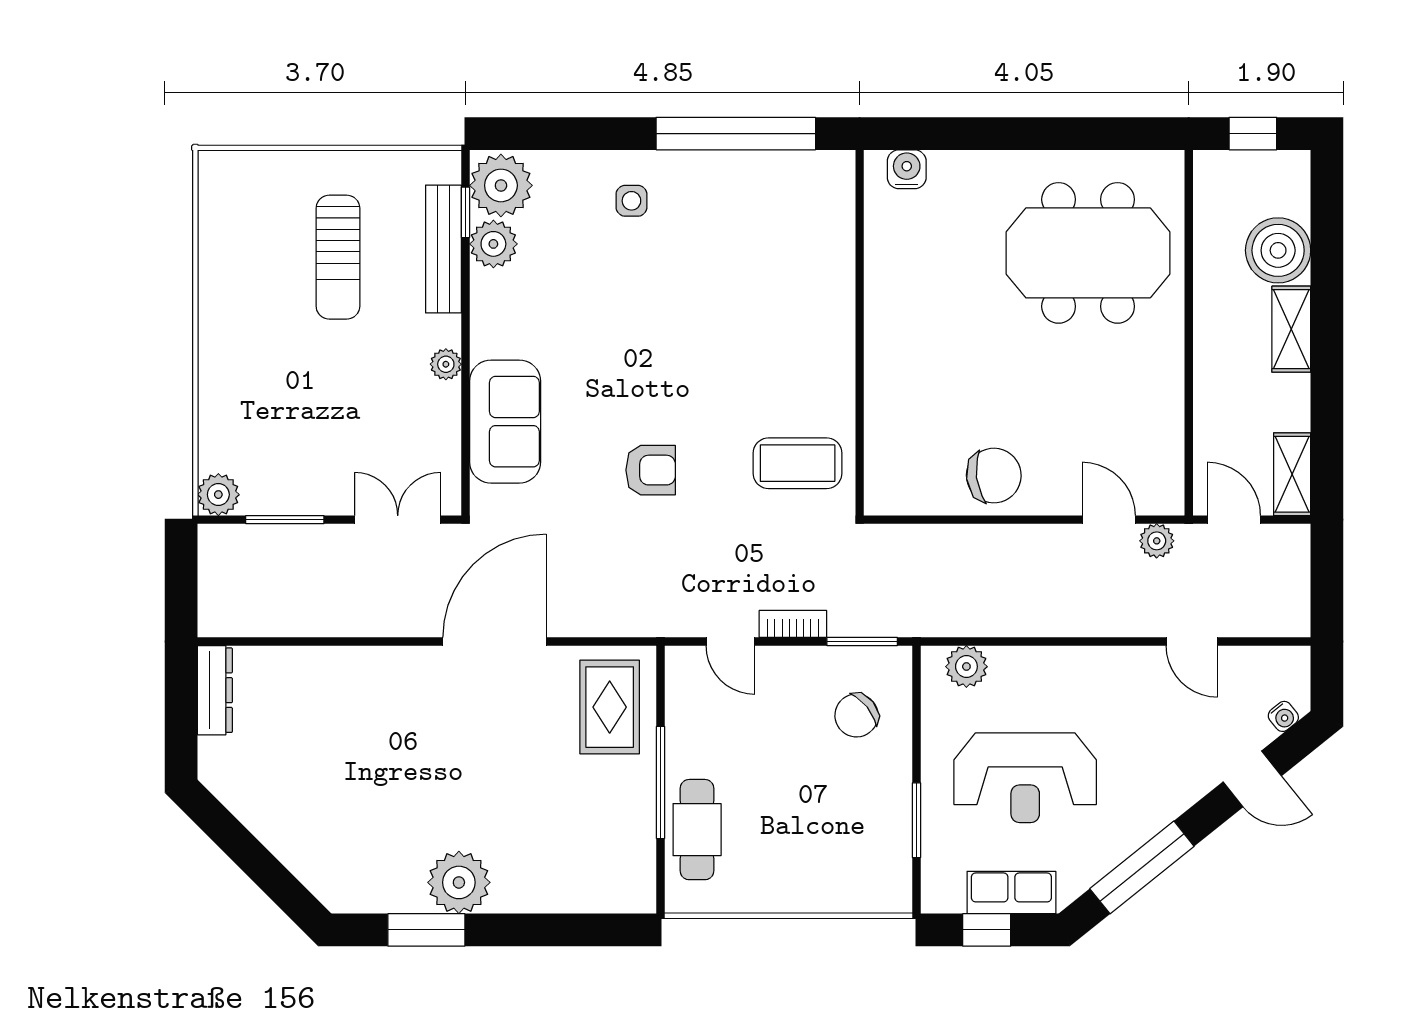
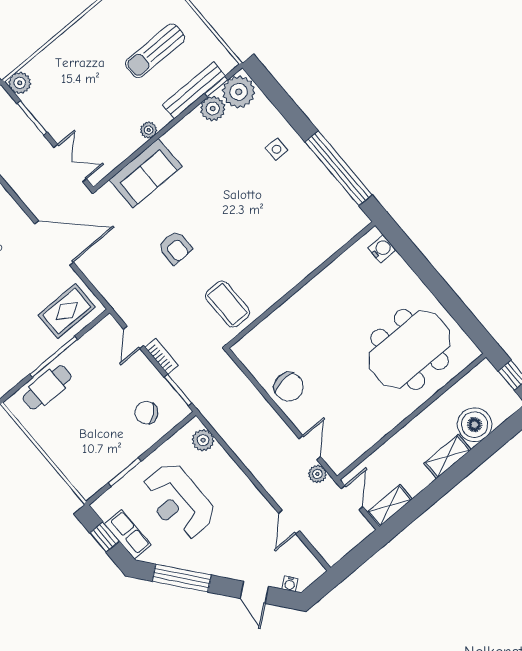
meeting table: (1088, 253) -> (409, 349), turned 90

